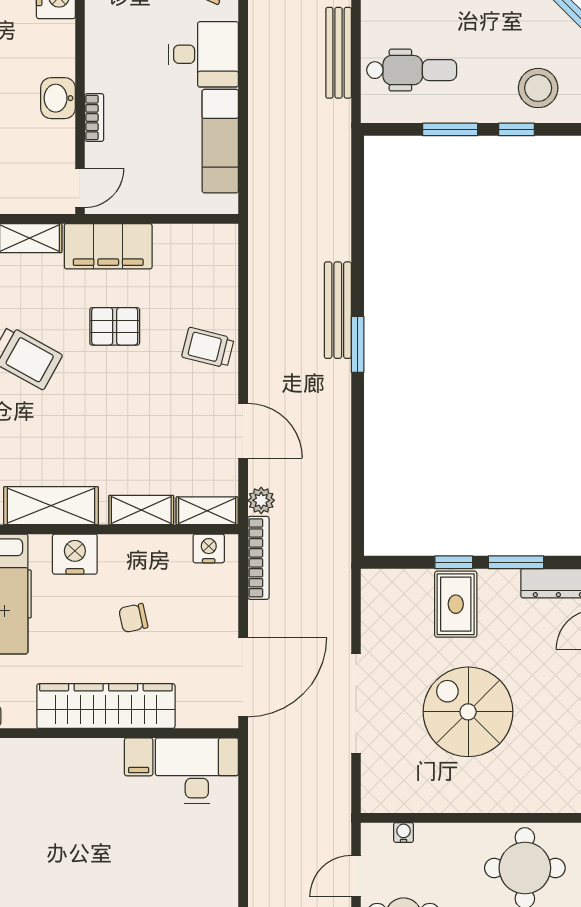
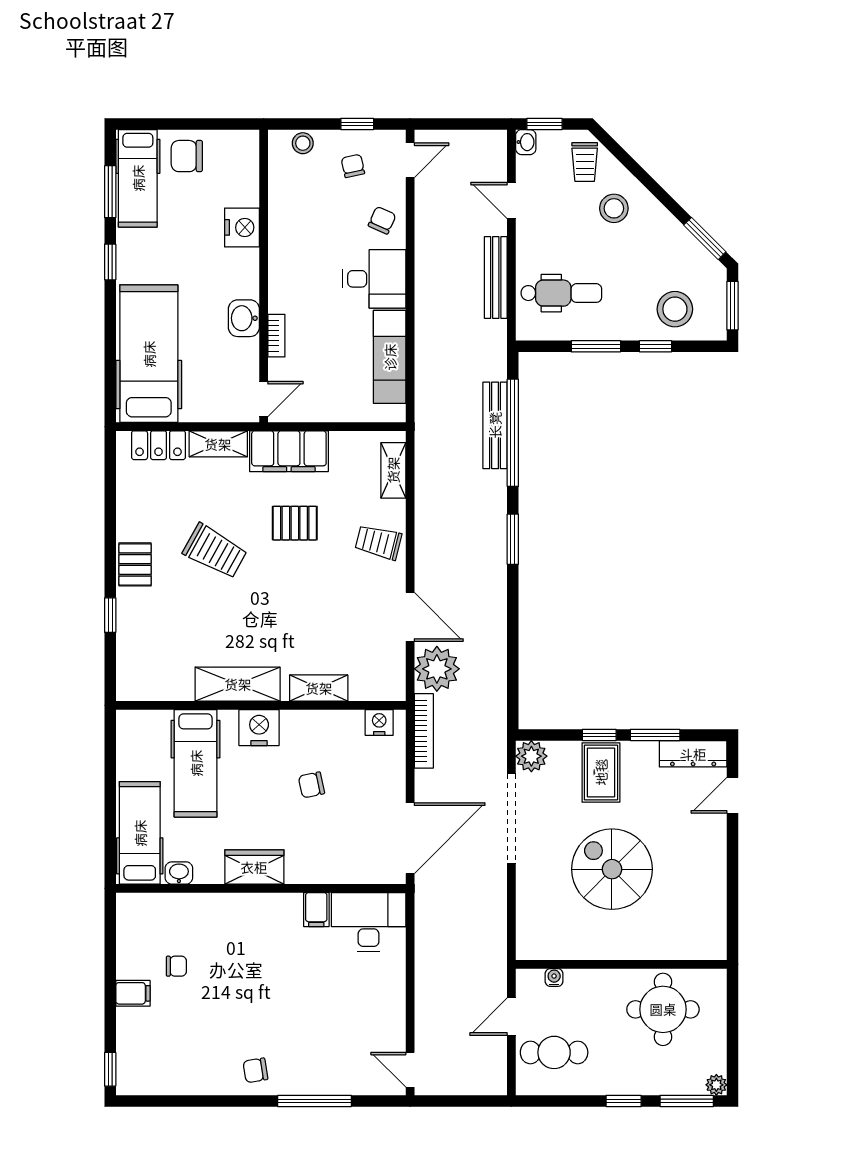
window: (358, 226) -> (513, 433), added
bench: (338, 310) -> (495, 425), moved
plant: (261, 500) -> (437, 669), width x1.88, depth x1.88
shelving: (207, 511) -> (393, 470), moved, turned 90
plant: (378, 586) -> (531, 756), added
doorway: (356, 704) -> (511, 818), moved
wardrobe: (106, 706) -> (254, 867), width x0.48, depth x0.85

